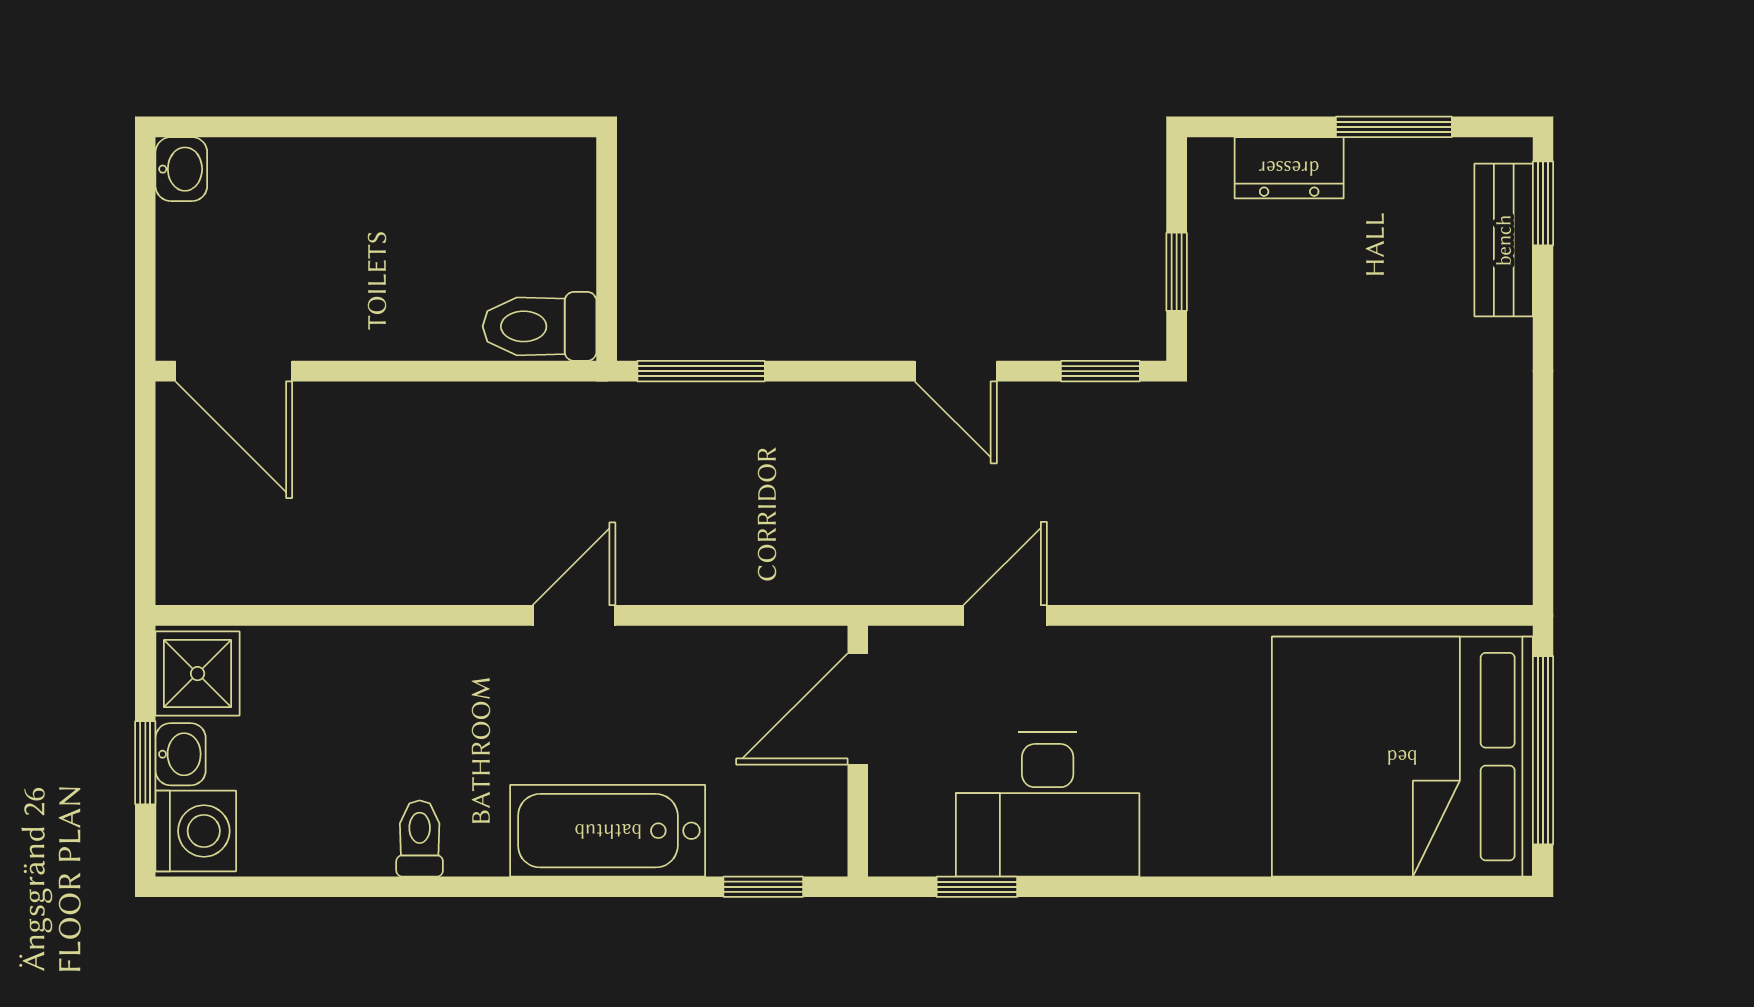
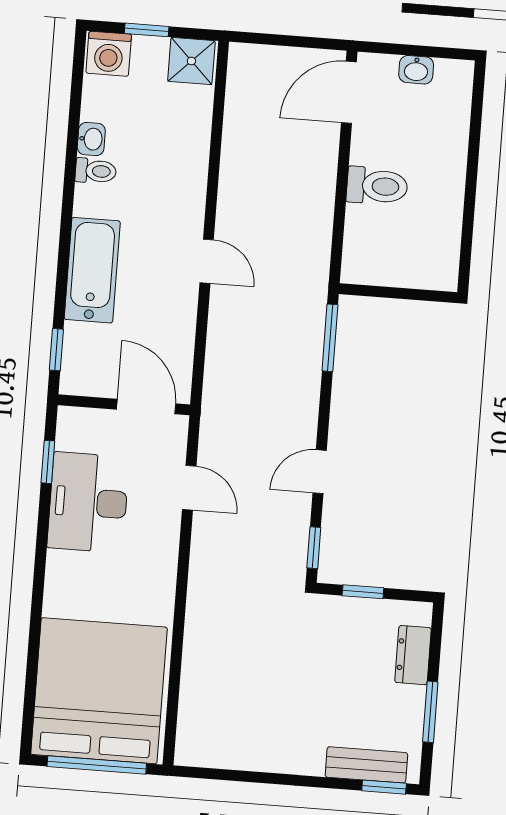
washbasin: (181, 169) -> (416, 70), moved
toilet: (540, 326) -> (377, 186), moved, turned 90
washbasin: (181, 754) -> (91, 139), moved, turned -90

